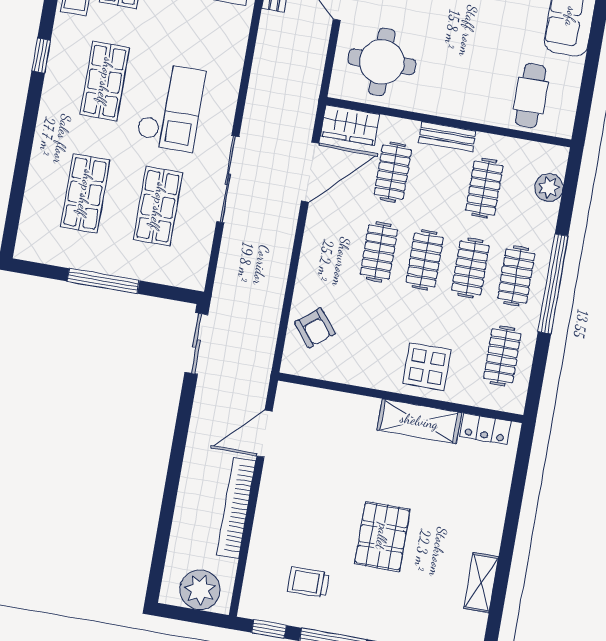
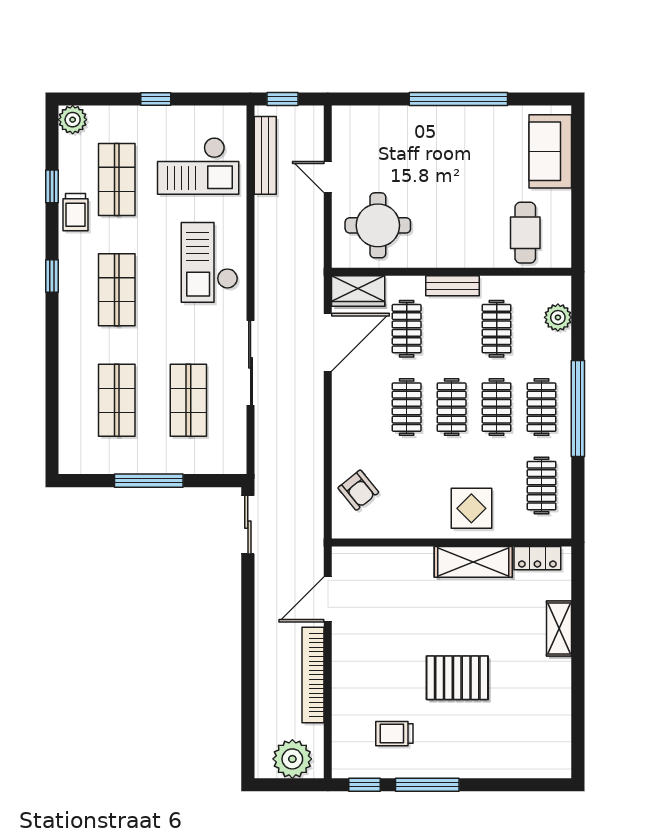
checkout: (171, 107) -> (209, 262), moved, turned 180
pallet: (382, 537) -> (457, 678), turned 90
shelving: (481, 583) -> (559, 628), moved

